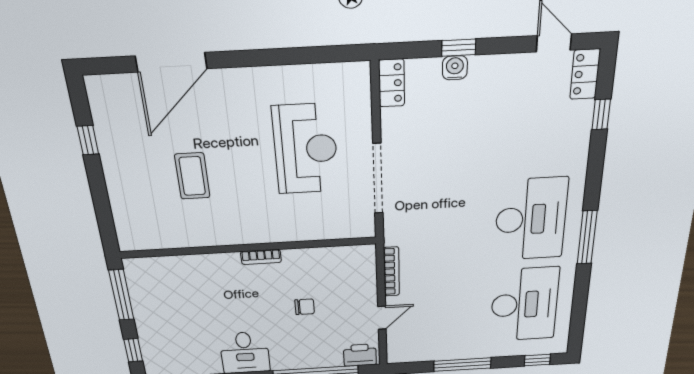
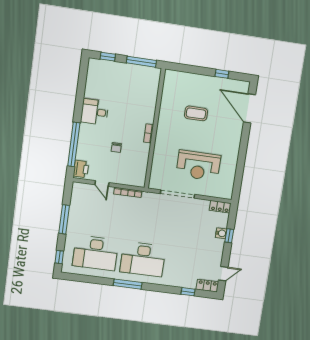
door: (171, 62) -> (249, 108), moved

